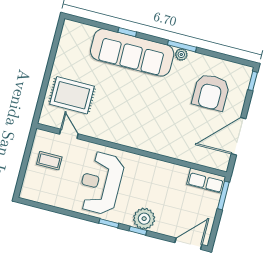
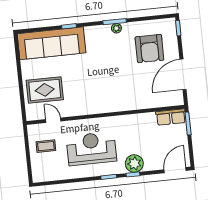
sofa: (132, 52) -> (52, 43), moved
reception desk: (101, 183) -> (91, 149), turned 90

